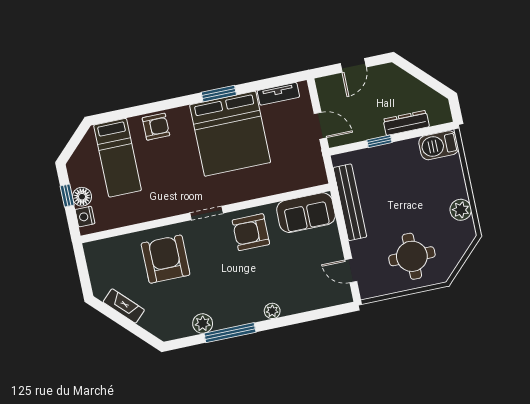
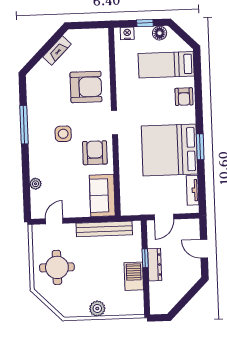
dresser: (406, 123) -> (155, 265), moved
barbecue: (439, 145) -> (134, 276), moved
floor lamp: (82, 197) -> (160, 33), moved
plant: (461, 210) -> (97, 308), moved
side table: (233, 279) -> (63, 134), added
plant: (272, 311) -> (36, 184), moved
plant: (203, 324) -> (34, 106), removed

